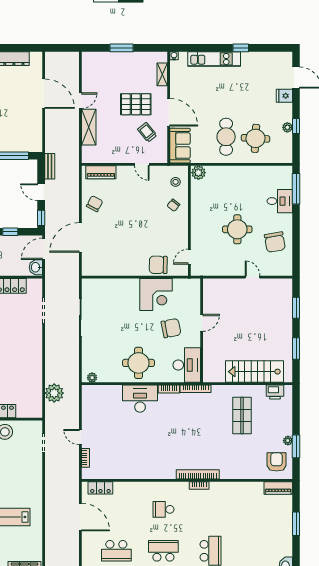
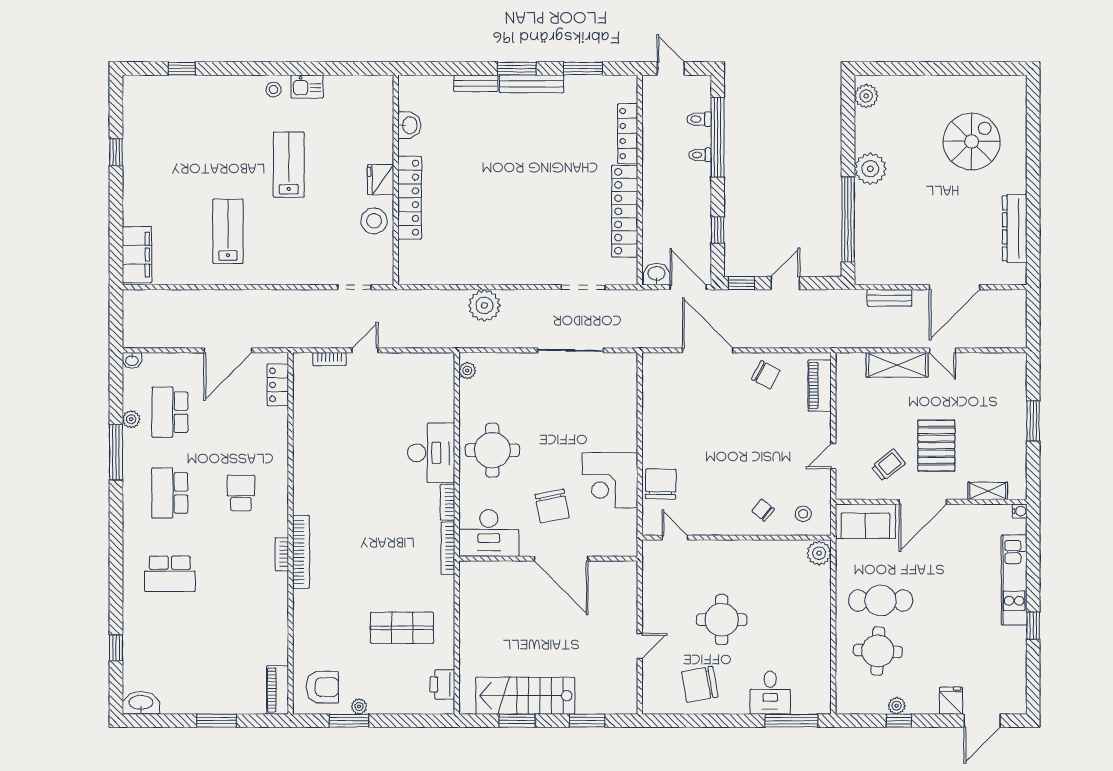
bench: (50, 166) -> (890, 298), moved
door: (202, 323) -> (561, 559), width x1.87
stairs: (255, 372) -> (525, 696), moved, turned -90
plant: (54, 393) -> (484, 305), moved
school desk: (163, 551) -> (170, 493), turned 180

